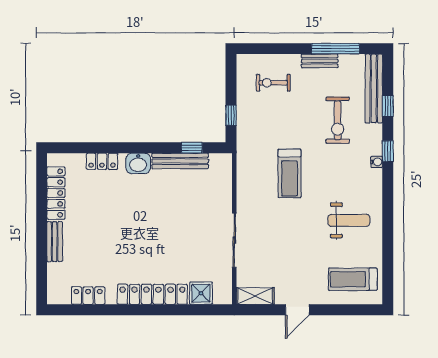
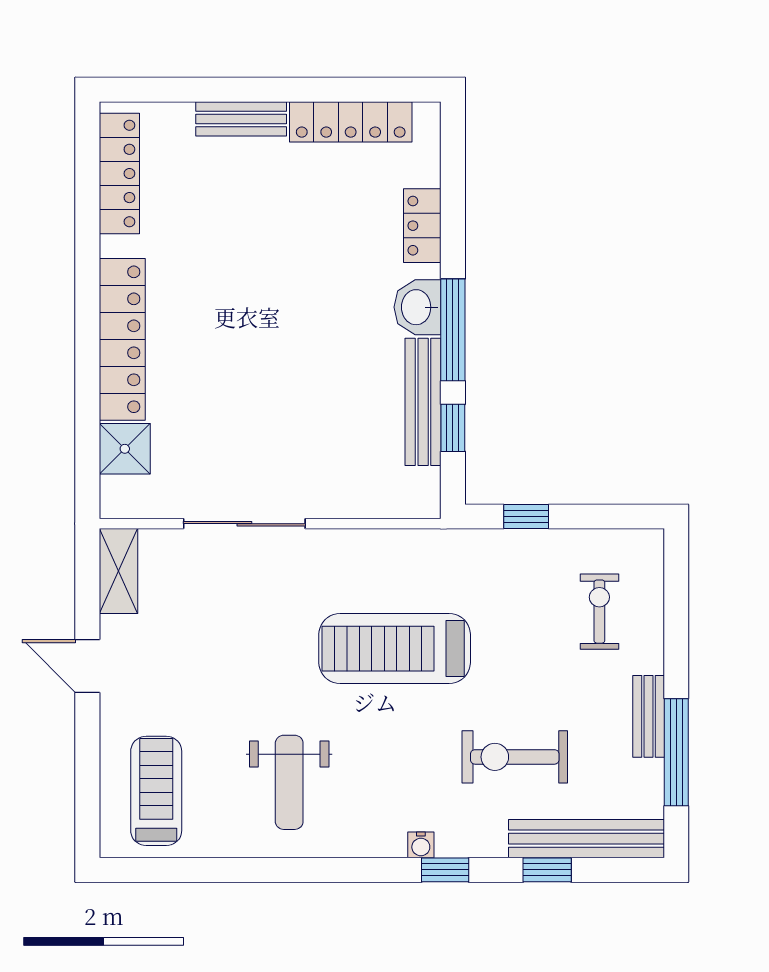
window: (148, 148) -> (453, 330), added
treadmill: (290, 174) -> (395, 649), width x1.37, depth x1.38
locker: (88, 296) -> (119, 173), width x1.53

